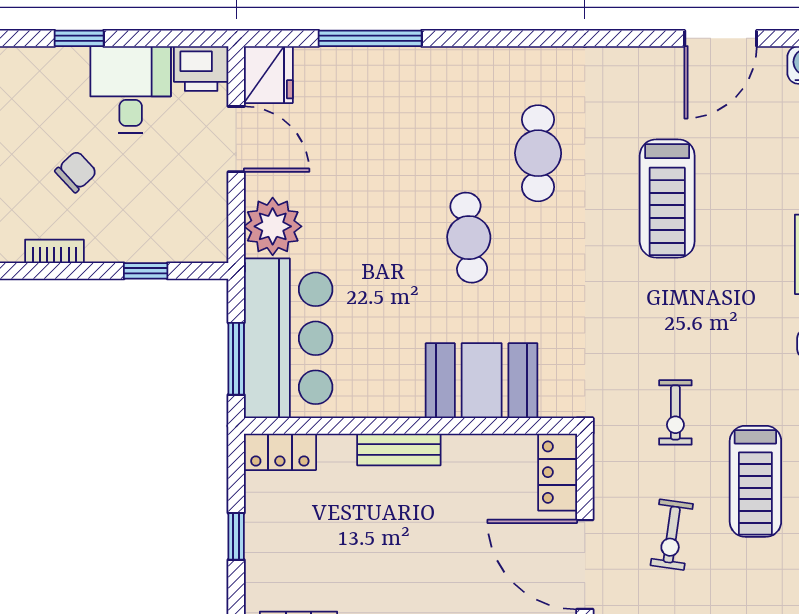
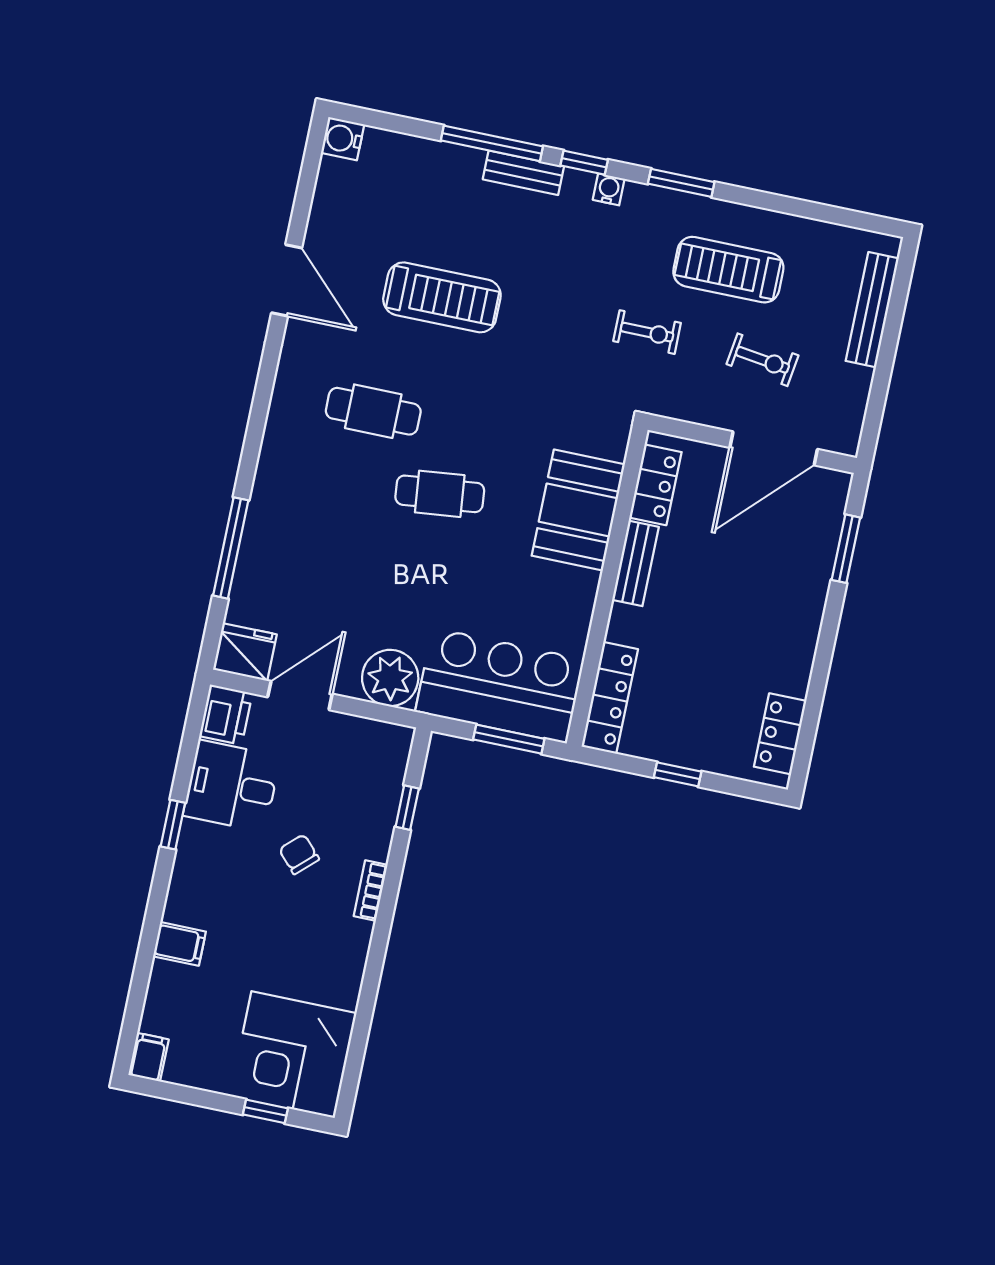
door: (721, 38) -> (287, 280), moved
bench: (399, 450) -> (636, 563), moved
locker: (280, 452) -> (610, 698), width x1.53
locker: (558, 472) -> (655, 485), moved, turned -90
treadmill: (755, 481) -> (728, 270), turned 180

